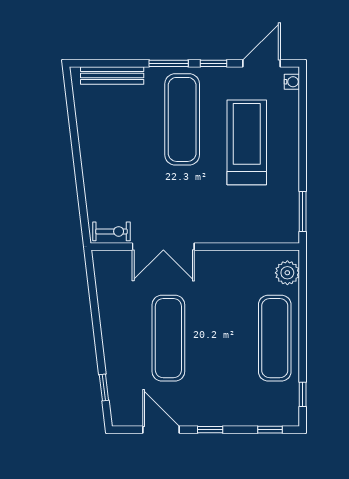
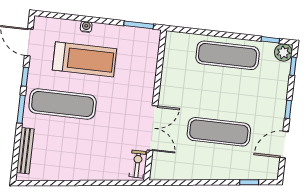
water cooler: (292, 82) -> (86, 27), moved
treadmill: (247, 142) -> (84, 59), turned 180
plant: (287, 273) -> (283, 53), moved

